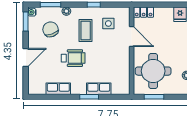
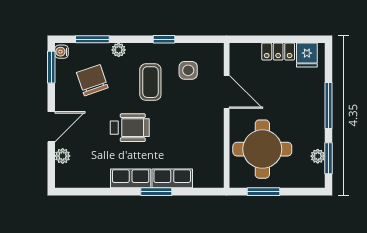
locker: (144, 12) -> (278, 52), moved
plant: (33, 75) -> (63, 156), added
row of seats: (58, 89) -> (131, 178), moved

